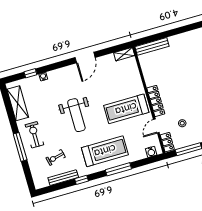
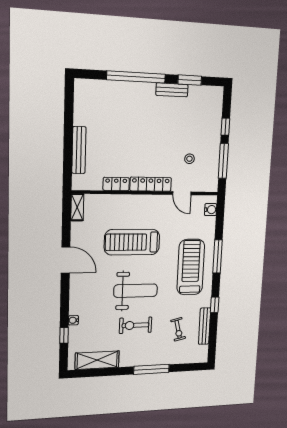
bench: (152, 46) -> (79, 150), moved
treadmill: (126, 109) -> (132, 242), moved, turned 90
exercise bike: (34, 135) -> (136, 325), moved
locker: (167, 142) -> (116, 184), moved

